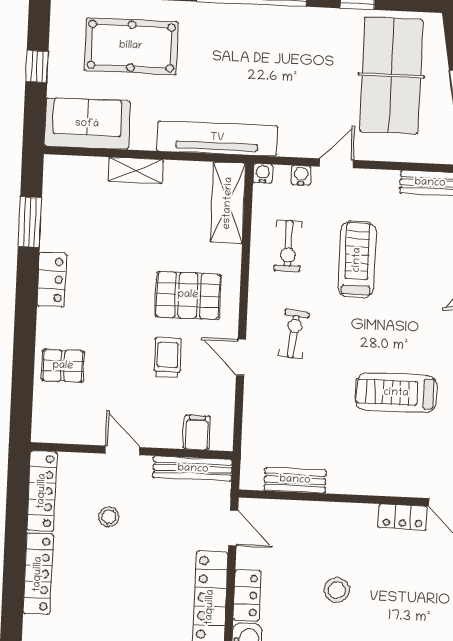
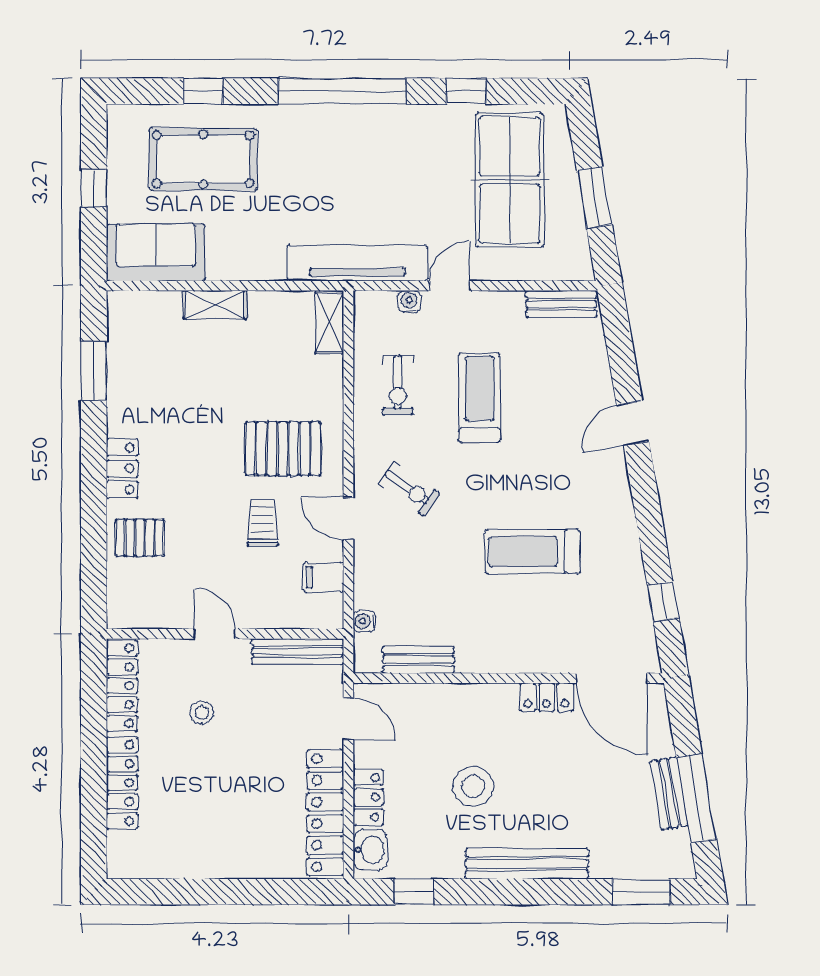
tv unit: (217, 138) -> (357, 263), moved
water cooler: (263, 173) -> (364, 621), moved, turned -90
shelving: (228, 203) -> (330, 322), width x0.67, depth x0.75
locker: (52, 280) -> (122, 468), moved
exercise bike: (294, 334) -> (409, 489), turned 120
filing cabinet: (197, 433) -> (324, 577), moved, turned -90
stool: (337, 590) -> (473, 786), width x1.38, depth x1.38

